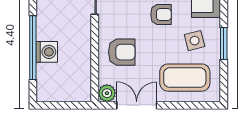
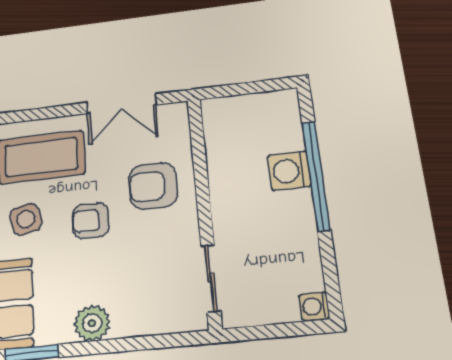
armchair: (161, 15) -> (91, 221), moved
plant: (107, 93) -> (174, 116), removed

